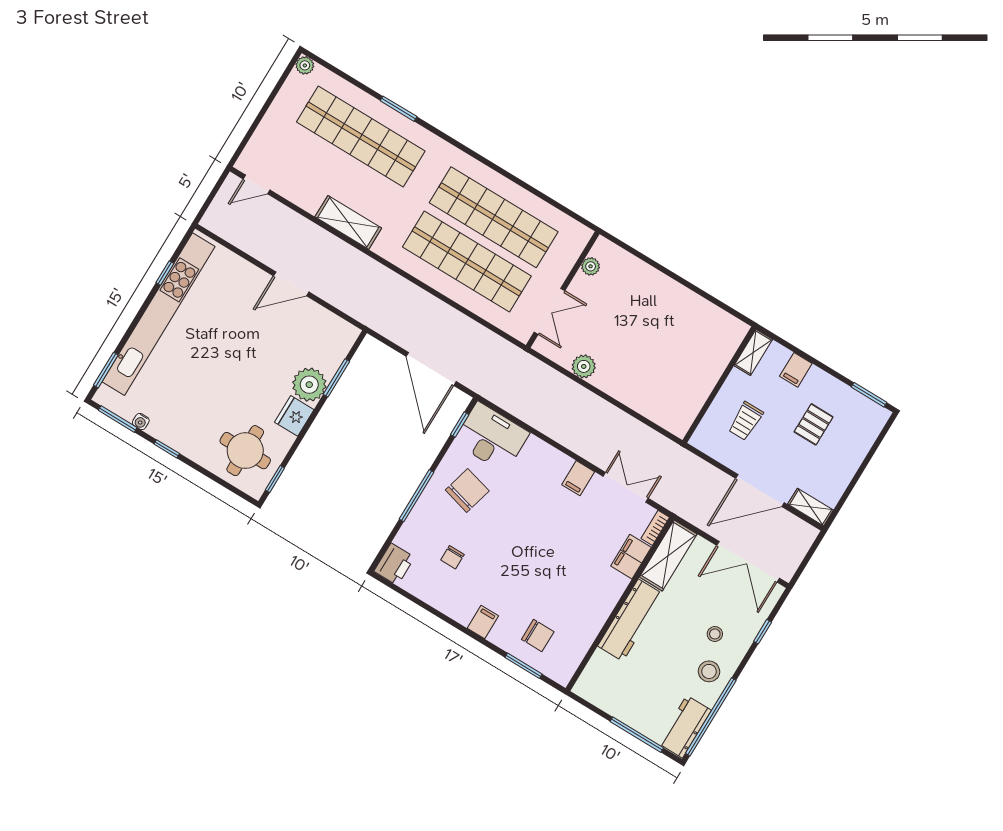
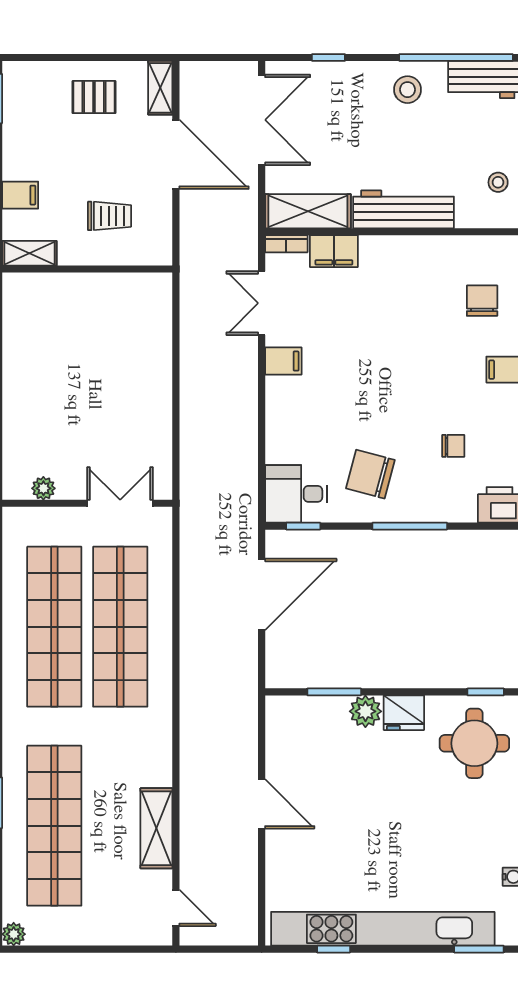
shelving: (348, 222) -> (156, 828), moved
plant: (584, 366) -> (157, 429), removed
plant: (309, 385) -> (365, 711), width x0.73, depth x0.73
pallet: (814, 424) -> (94, 97), moved
desk: (491, 437) -> (296, 494), width x0.73
stool: (715, 634) -> (498, 182), moved

